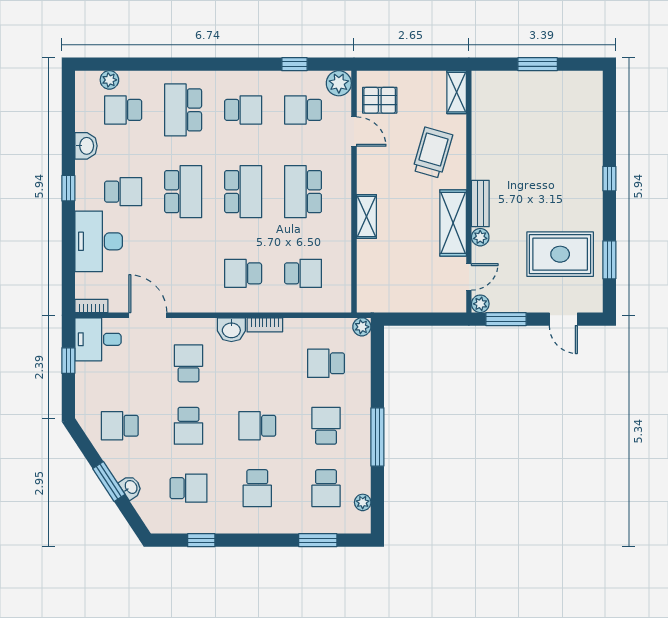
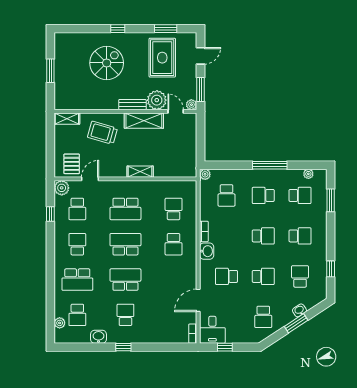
spiral stairs: (551, 160) -> (107, 63), added
plant: (480, 237) -> (157, 100), width x1.88, depth x1.88
desk: (99, 241) -> (155, 329), removed
school desk: (257, 426) -> (263, 236), turned -90

